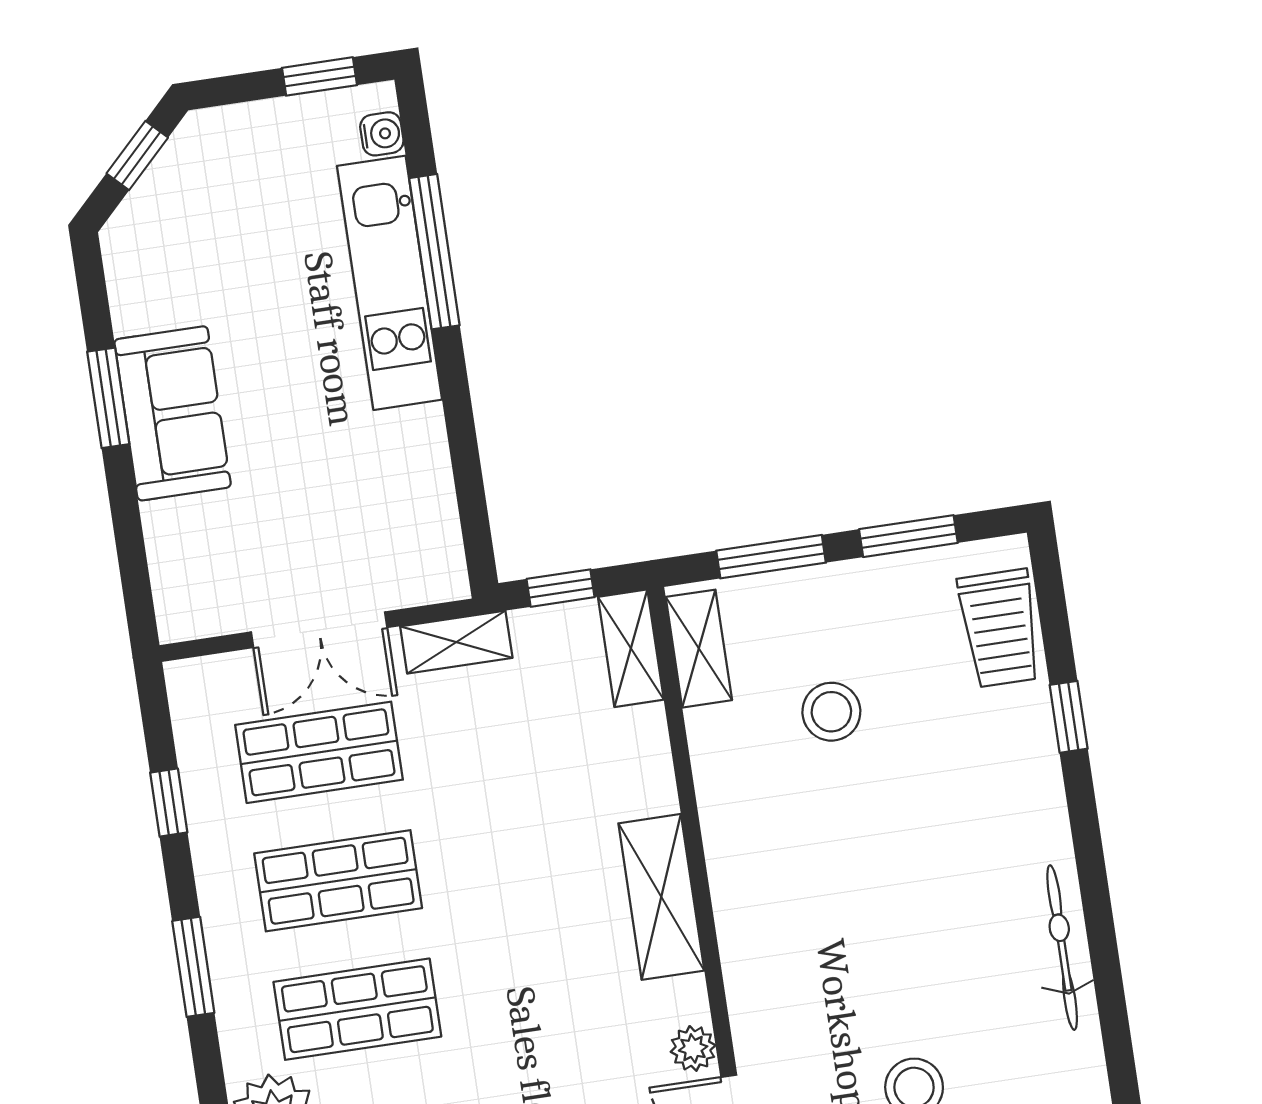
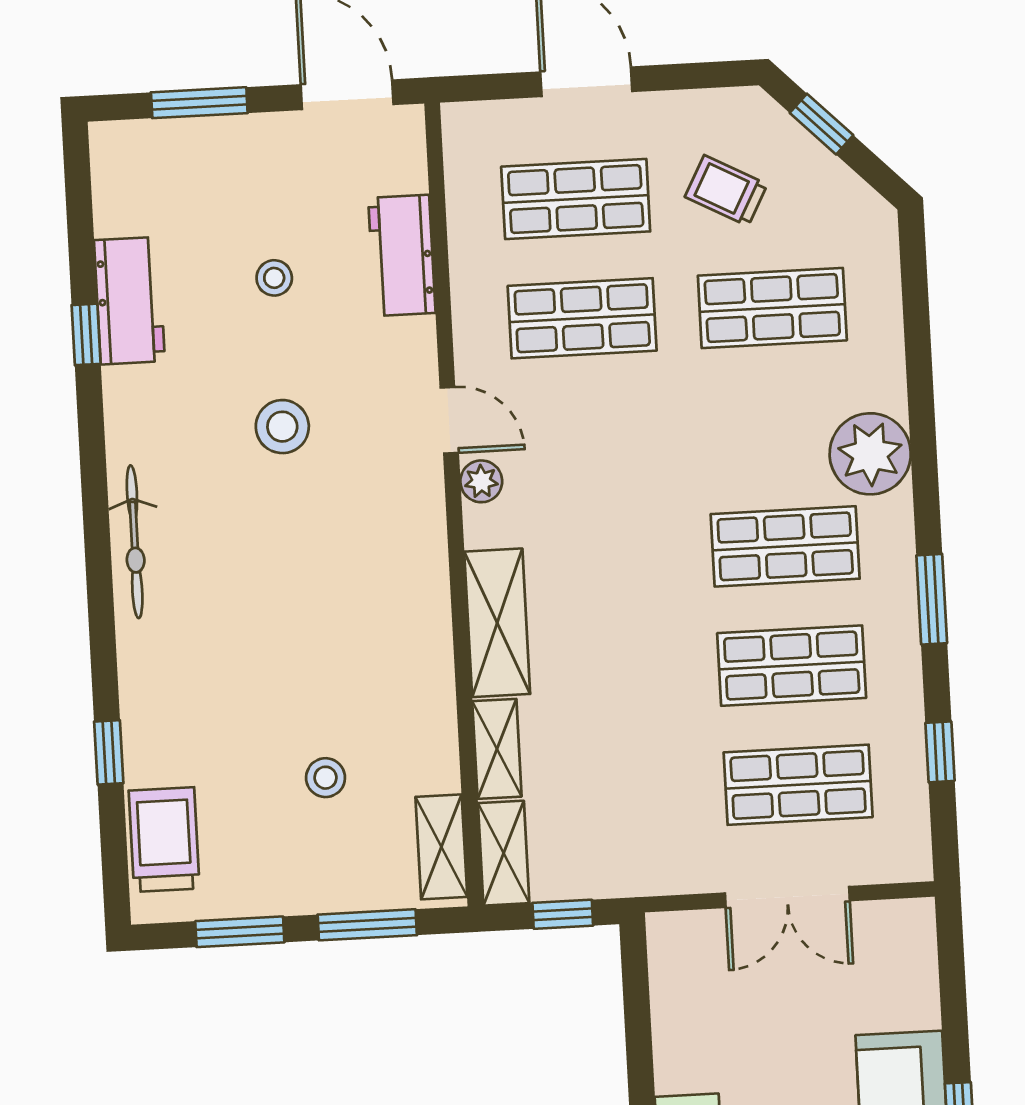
double door: (319, 630) -> (787, 897), swing flipped
shelving: (456, 642) -> (497, 749), moved, turned 90
stool: (831, 712) -> (326, 778), width x0.73, depth x0.73

